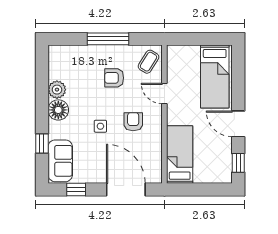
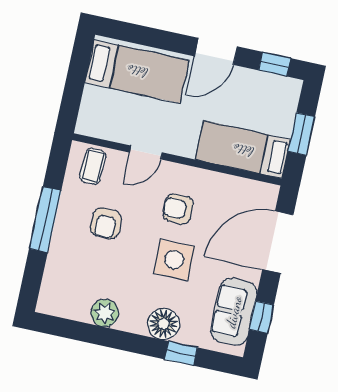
coffee table: (149, 62) -> (93, 166), turned 60
floor lamp: (58, 110) -> (164, 324), moved
side table: (100, 126) -> (174, 260), width x1.87, depth x1.87
sofa: (60, 161) -> (234, 312), moved, turned -90
window: (198, 190) -> (301, 134), added

